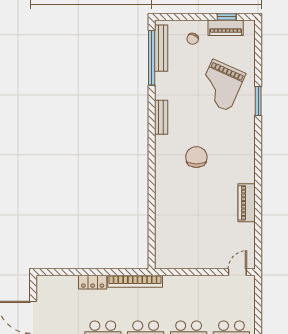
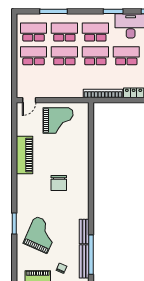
bench: (161, 117) -> (84, 231), moved
piano: (247, 203) -> (25, 155), width x1.37, depth x1.33
grand piano: (198, 244) -> (58, 121), added

